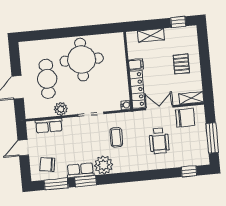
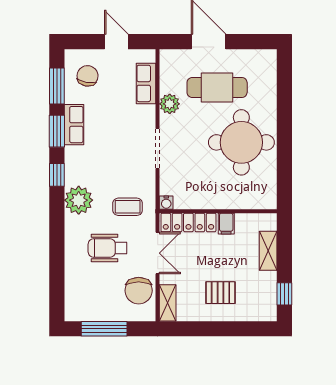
coffee table: (116, 137) -> (128, 207), moved
plant: (104, 165) -> (79, 200), moved
window: (189, 171) -> (57, 175), moved

